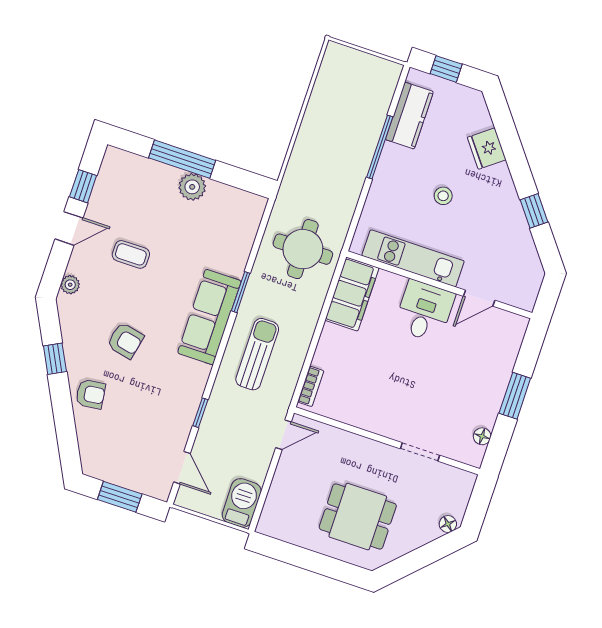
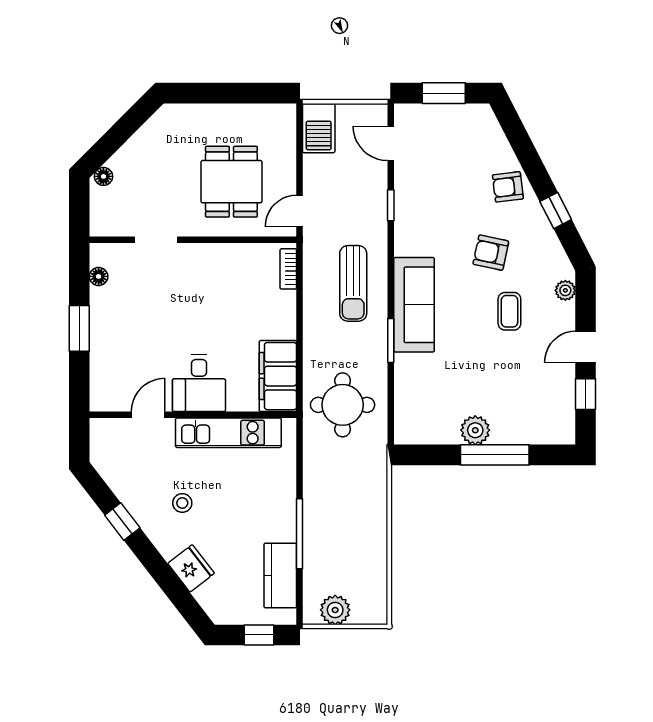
plant: (371, 68) -> (335, 610), added
stool: (443, 196) -> (182, 503), moved
coffee table: (131, 254) -> (509, 311), moved, turned 90
dining table: (358, 517) -> (231, 182), moved, turned 90

